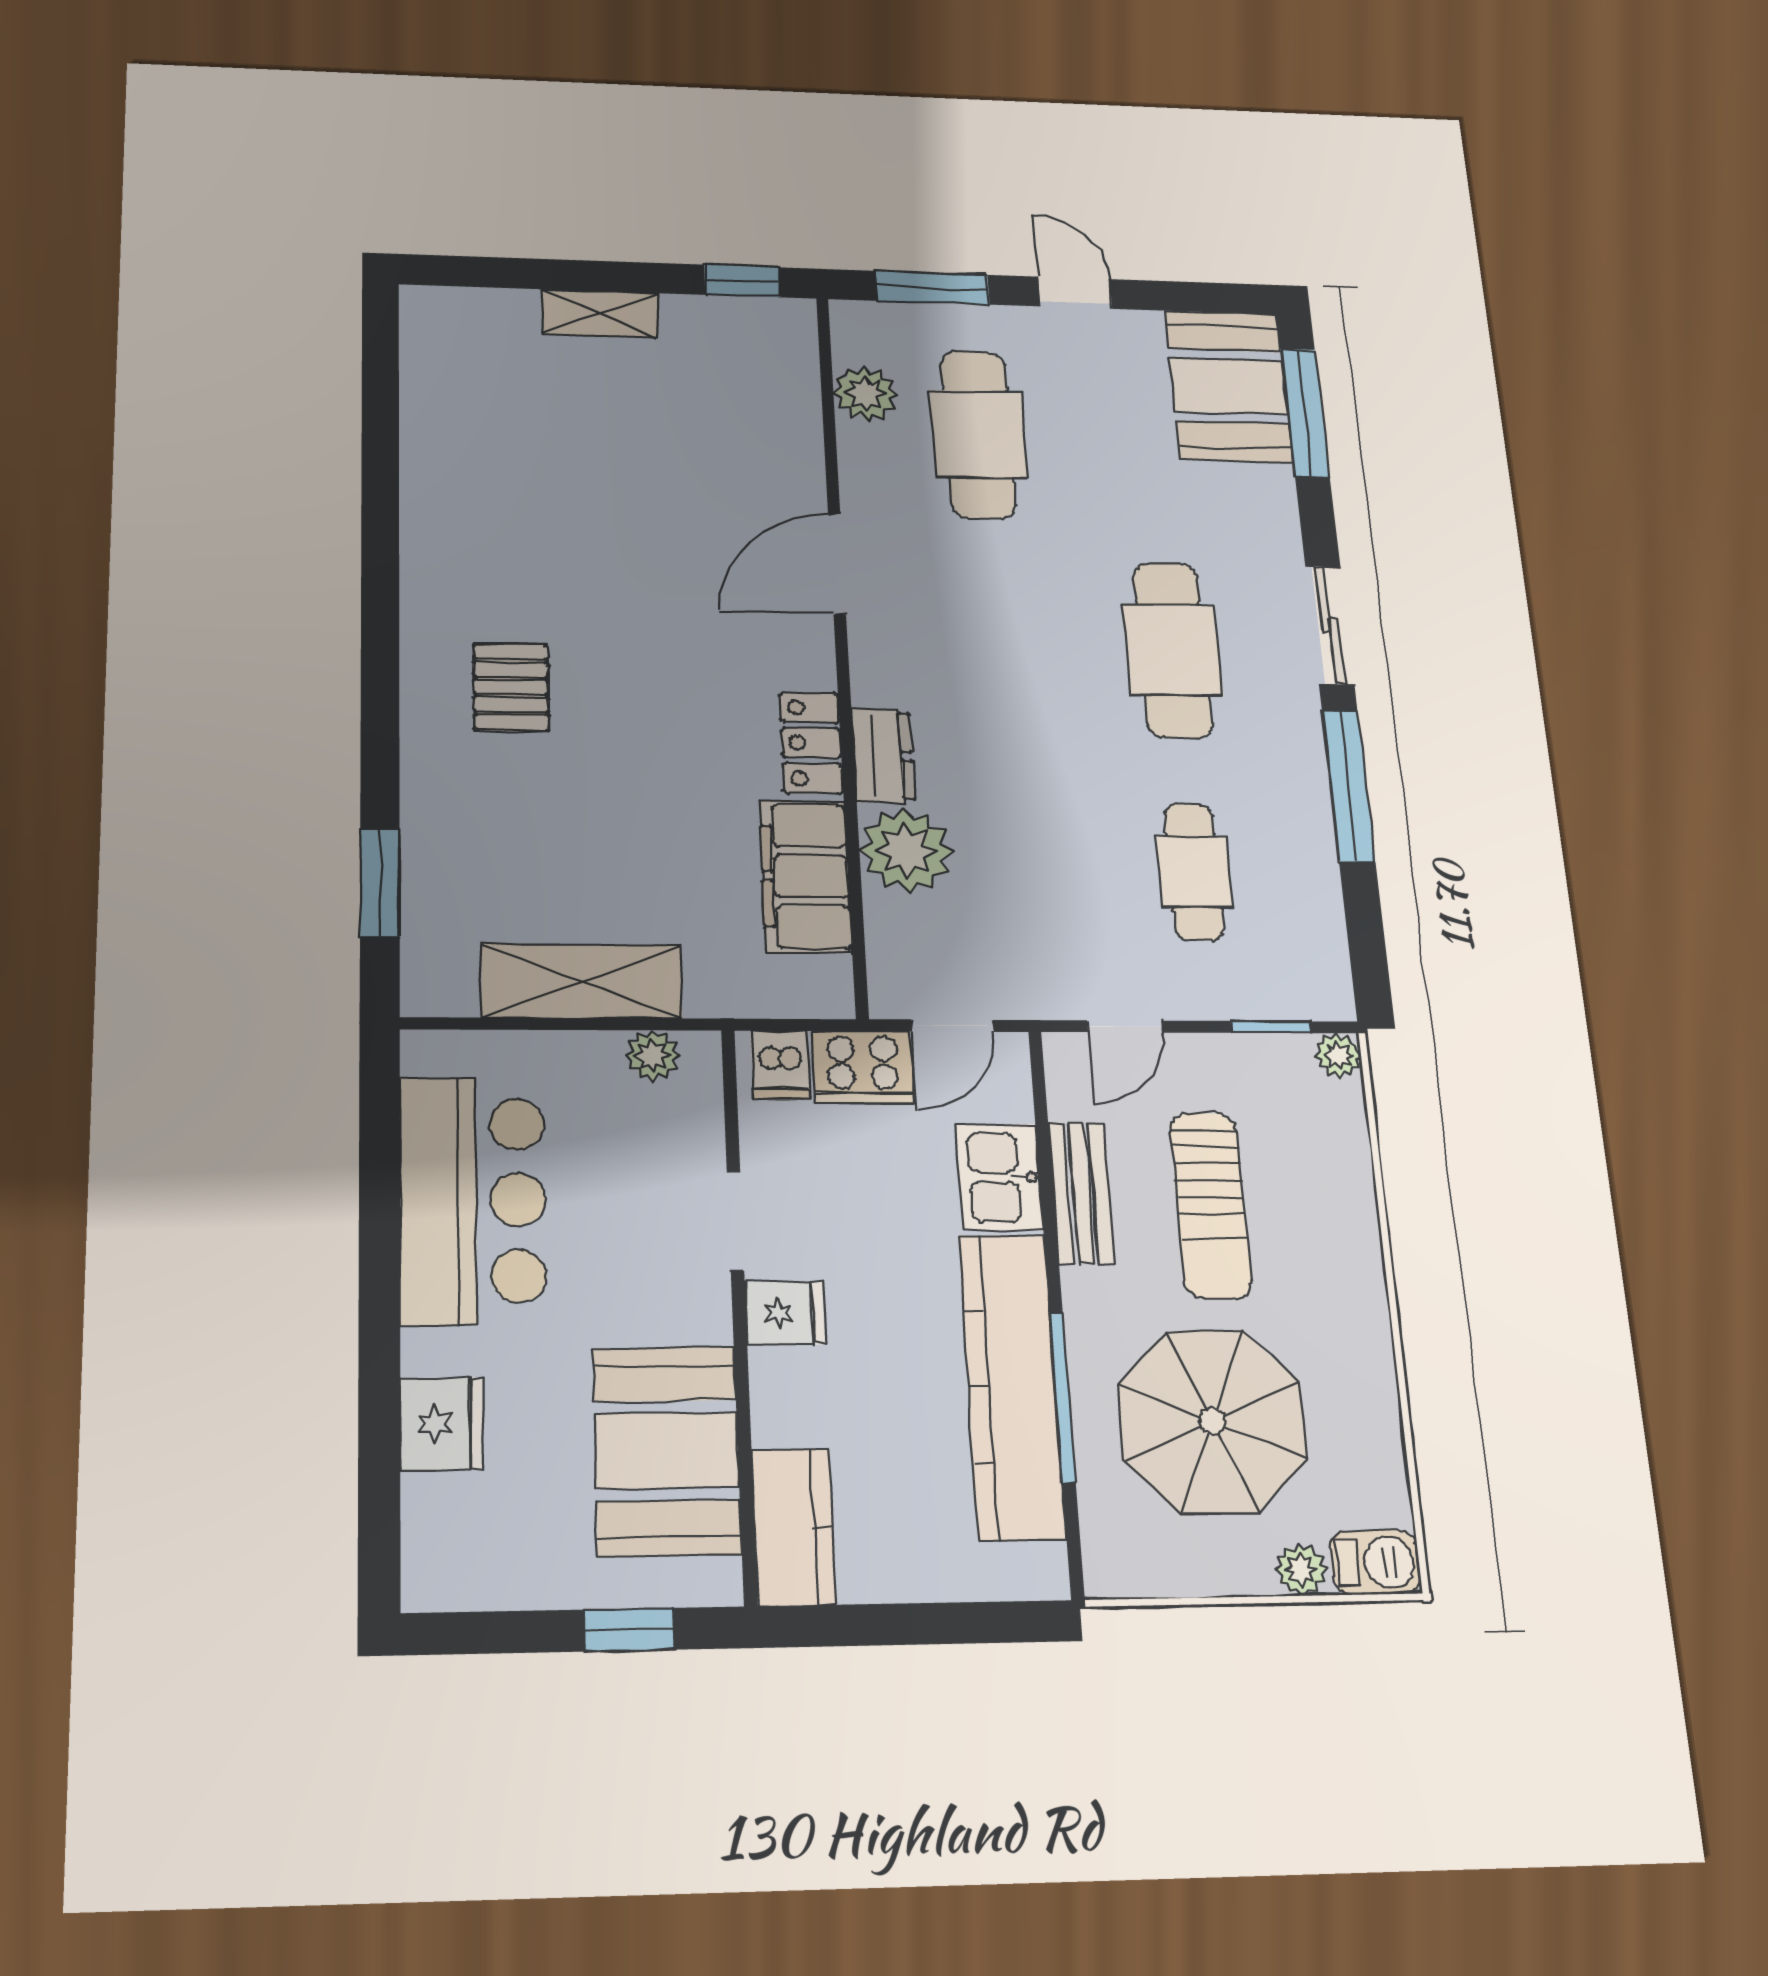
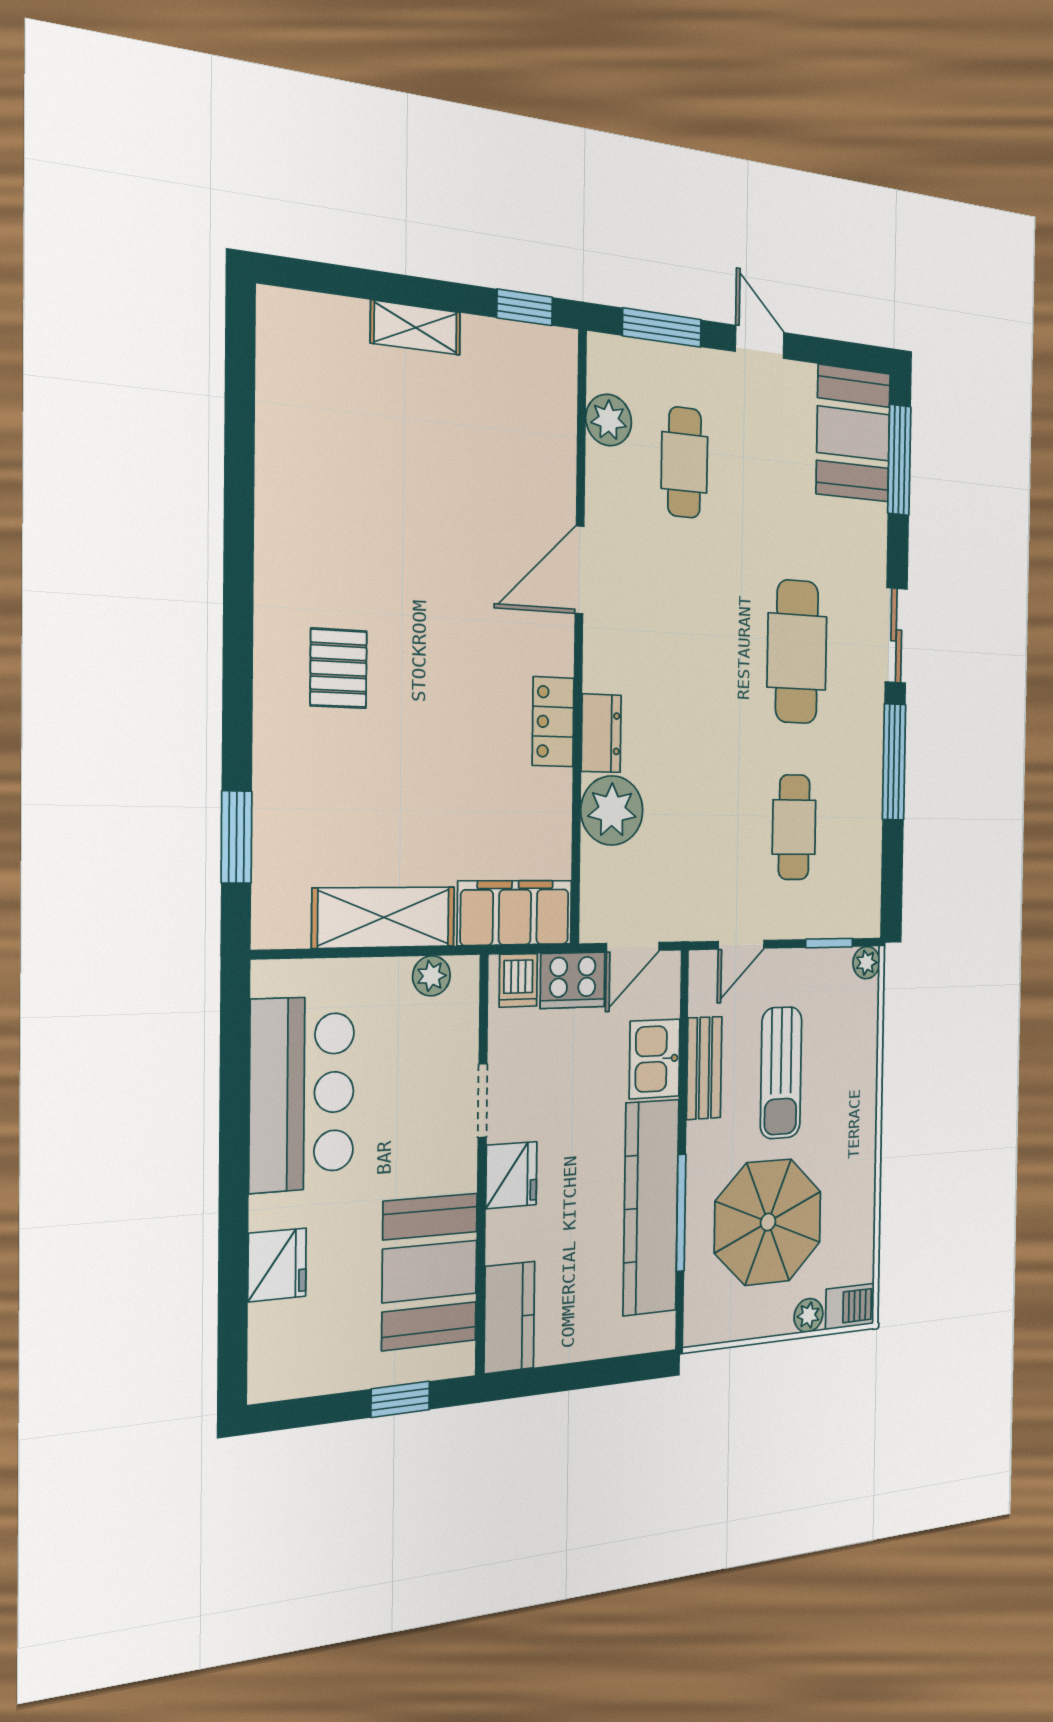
cafe table: (978, 434) -> (684, 462), width x0.73, depth x0.74
filing cabinet: (805, 876) -> (515, 913), moved, turned 90
fridge: (785, 1313) -> (511, 1175), width x1.38

